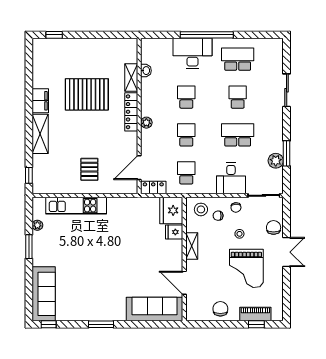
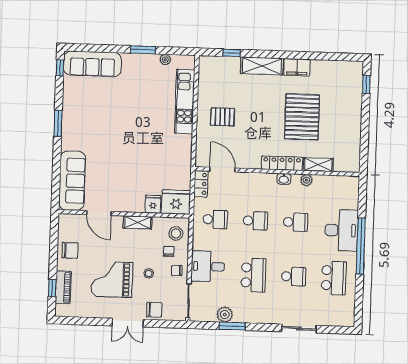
washbasin: (146, 71) -> (284, 179), moved
plant: (146, 123) -> (306, 180), moved
window: (29, 175) -> (232, 53), moved
door: (184, 283) -> (99, 213), swing flipped

